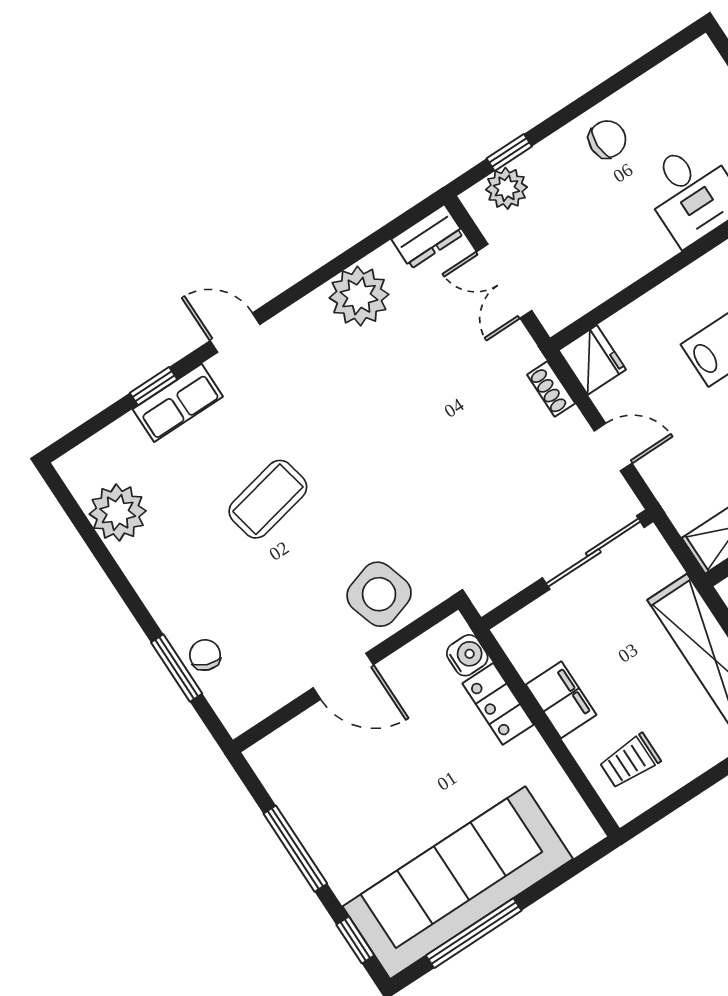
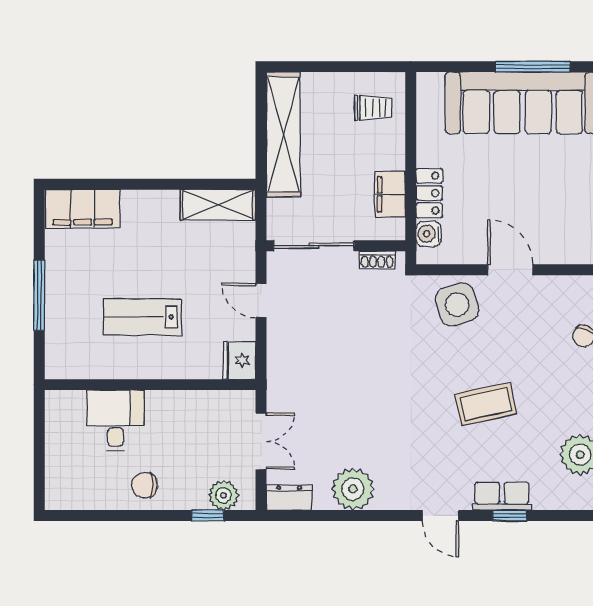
shoe rack: (551, 389) -> (377, 260), moved, turned 90
filing cabinet: (561, 700) -> (390, 194), moved

